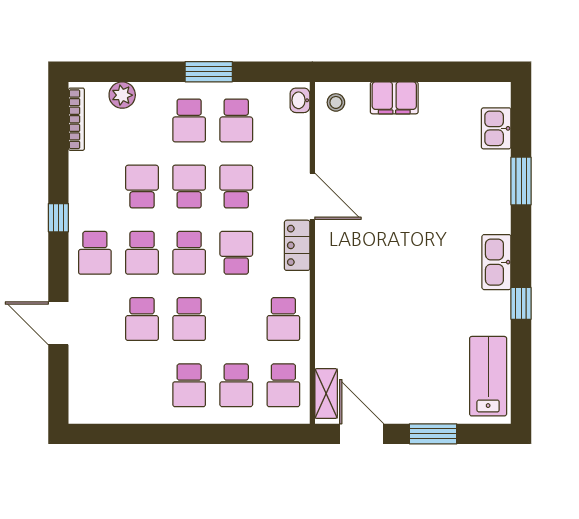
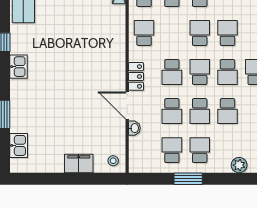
washbasin: (300, 100) -> (134, 128), moved
school desk: (142, 253) -> (227, 72), turned 180
kitchen sink: (496, 262) -> (18, 67), width x0.73

